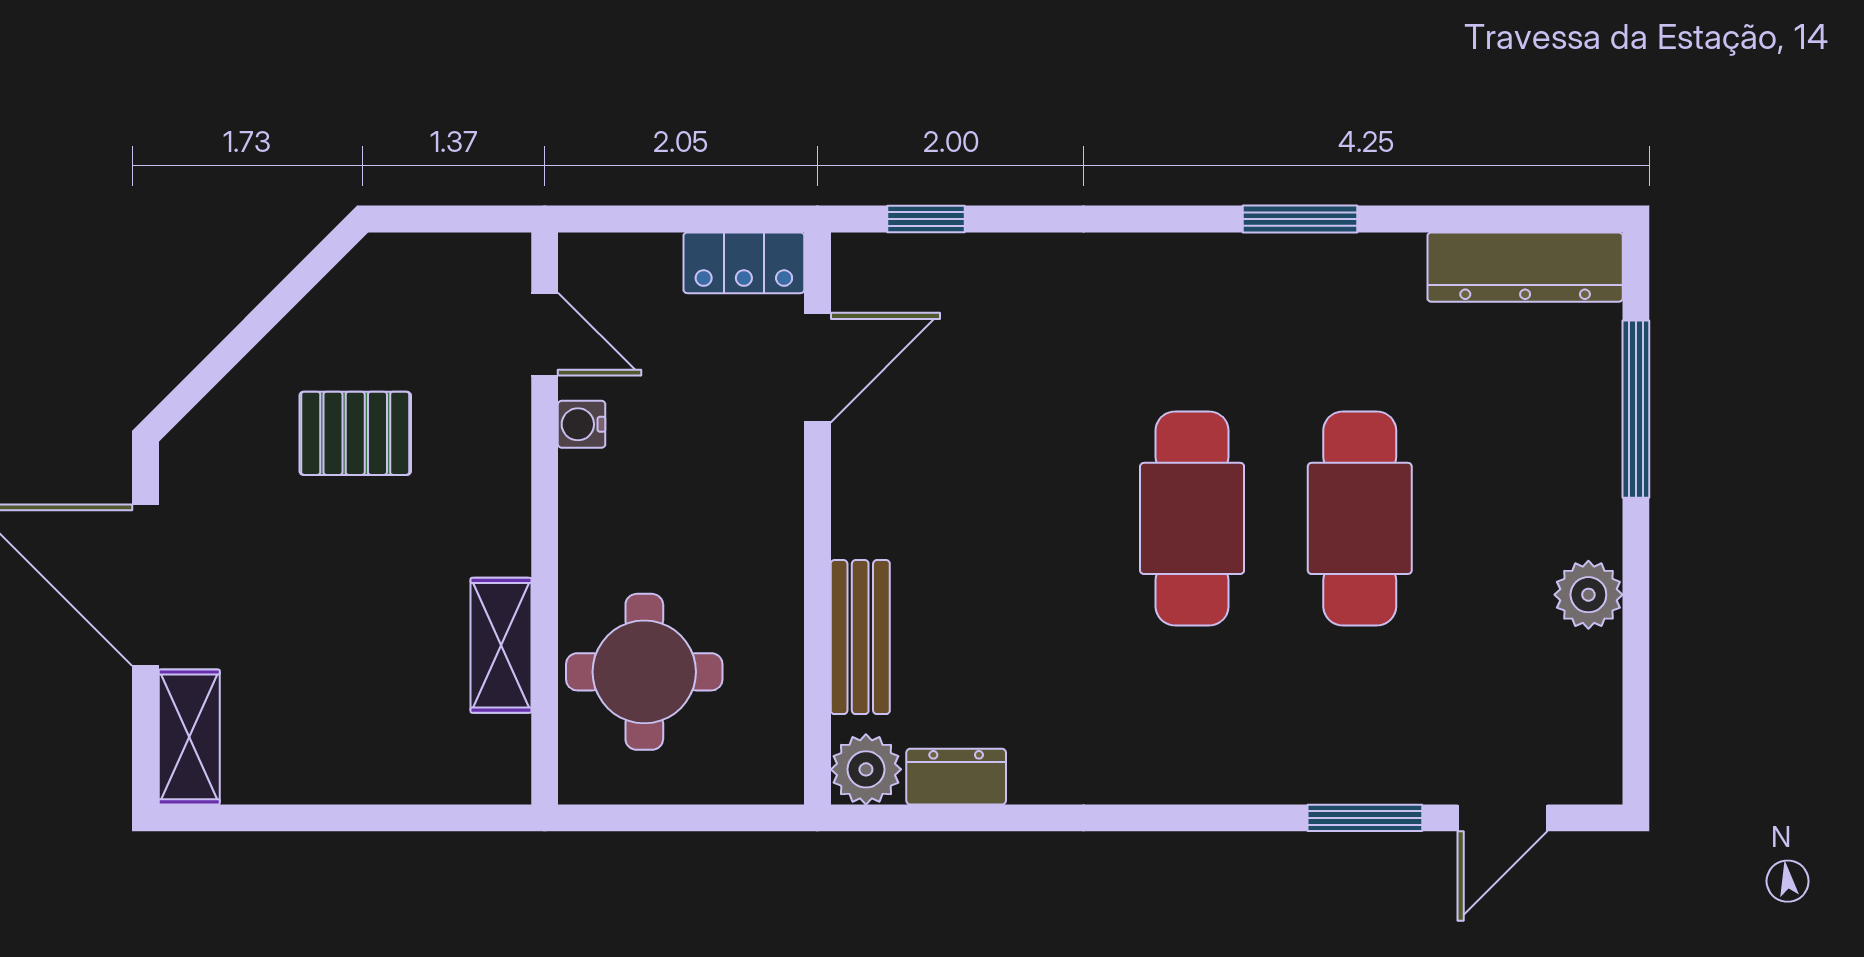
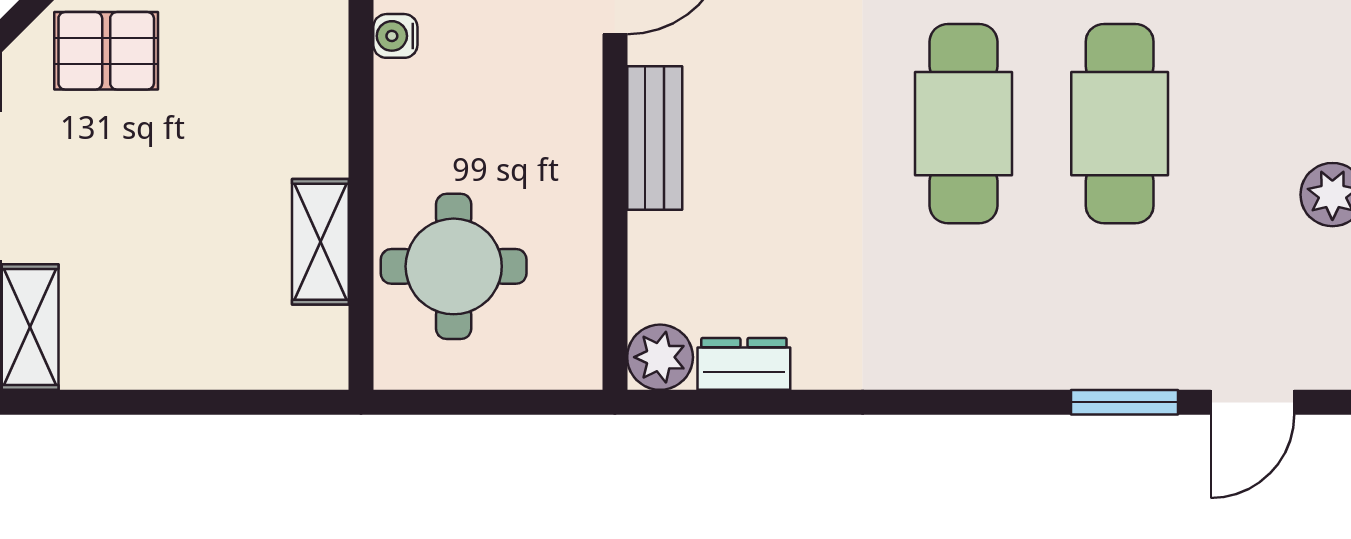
pallet: (355, 433) -> (106, 51), moved
bench: (860, 637) -> (655, 138), moved

